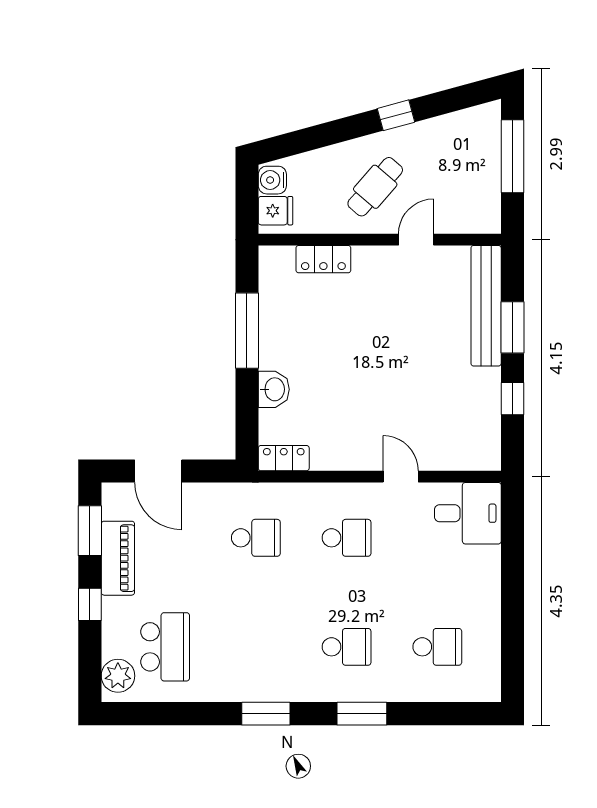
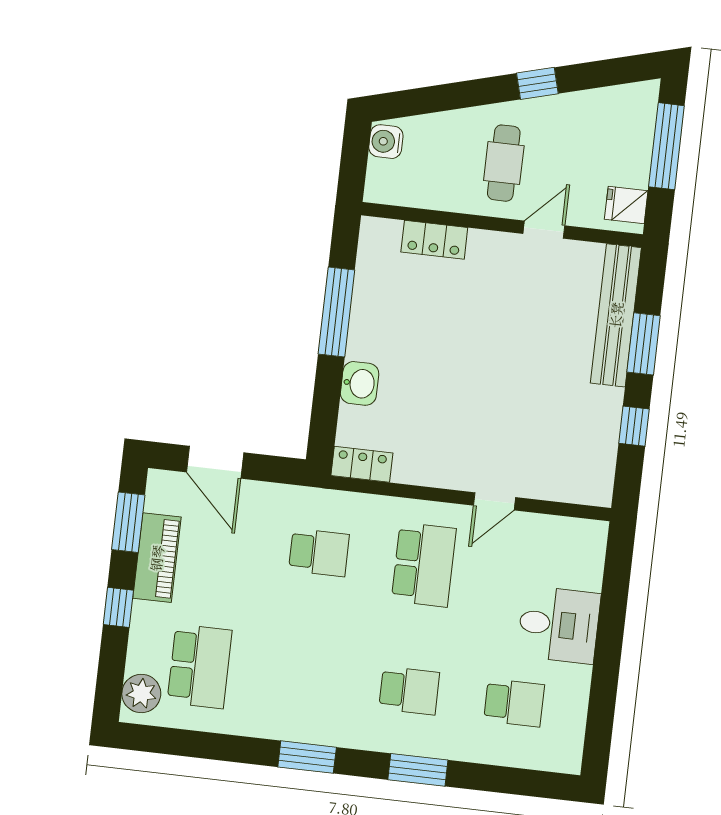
cafe table: (375, 187) -> (504, 163), turned -41
fridge: (275, 211) -> (626, 205), moved, turned 180
door: (401, 477) -> (494, 501), swing flipped
desk: (468, 513) -> (559, 625), moved
school desk: (347, 538) -> (424, 565), width x1.85

